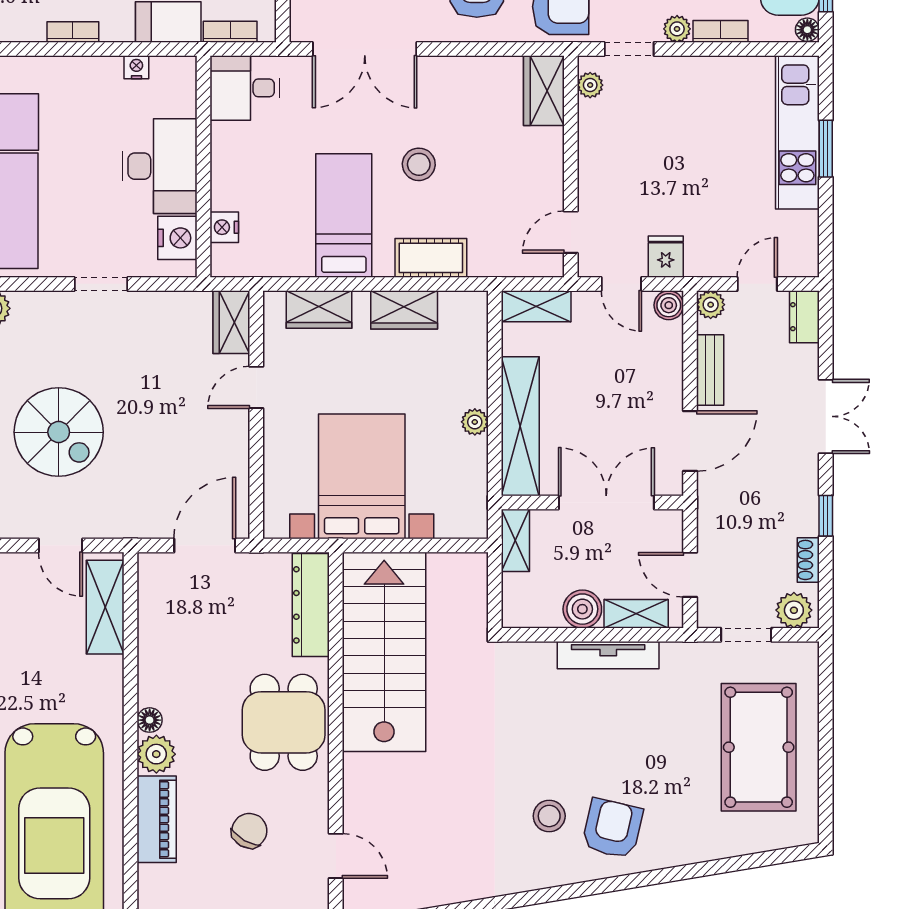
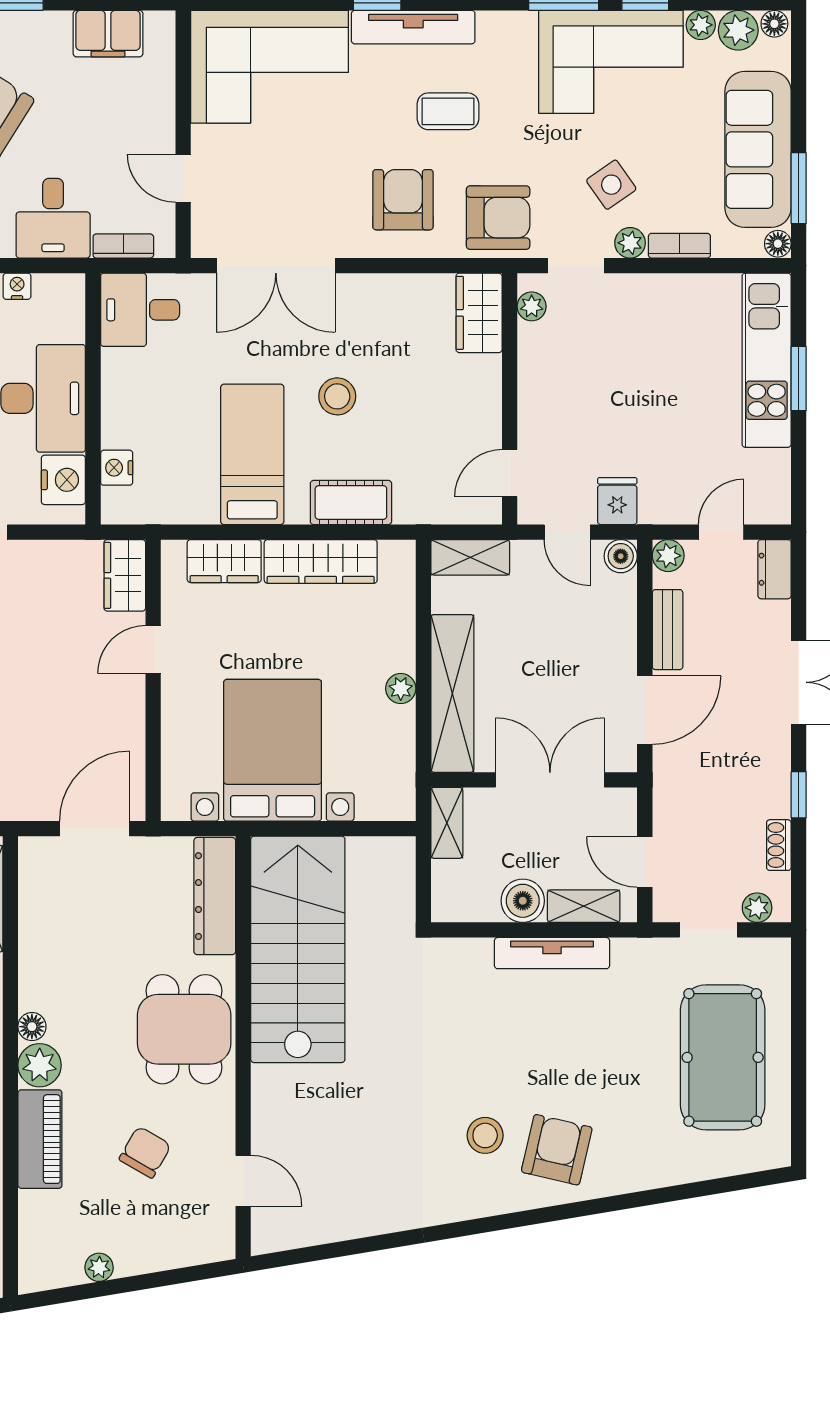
wardrobe: (404, 310) -> (321, 561), width x1.50
plant: (794, 610) -> (757, 908), width x0.73, depth x0.73

